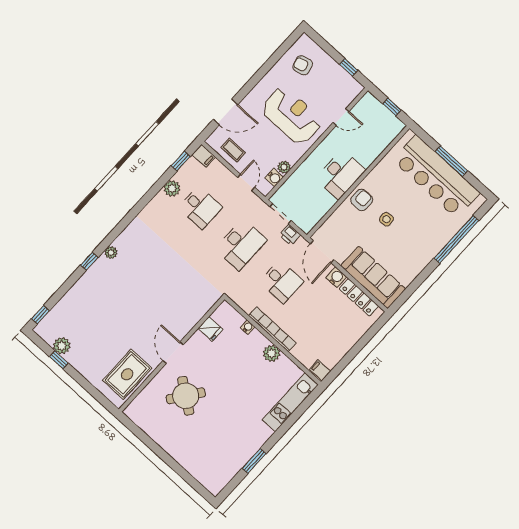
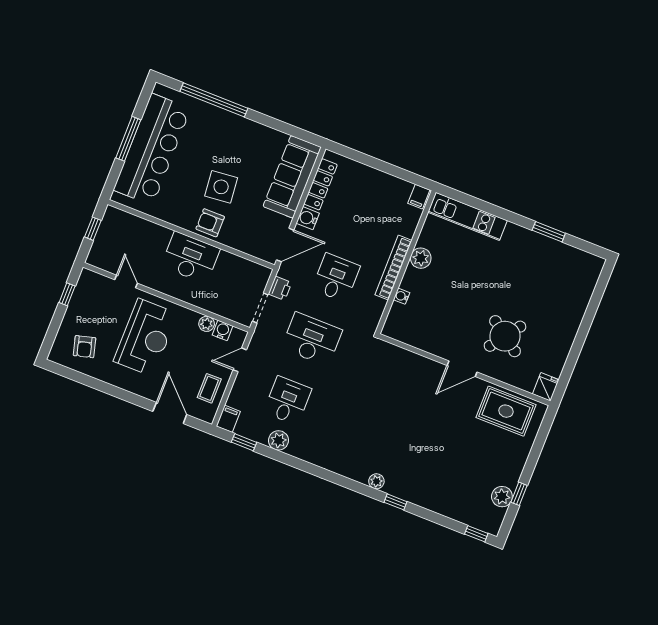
reception desk: (292, 116) -> (146, 337), turned 180
side table: (386, 219) -> (221, 187), width x1.87, depth x1.87
fridge: (210, 329) -> (546, 387), moved

